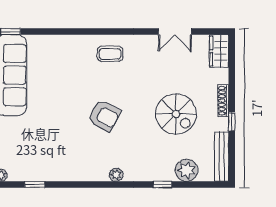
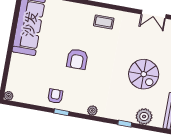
armchair: (104, 116) -> (77, 59), moved, turned 61
armchair: (63, 164) -> (55, 96), added
window: (35, 184) -> (61, 112), moved

